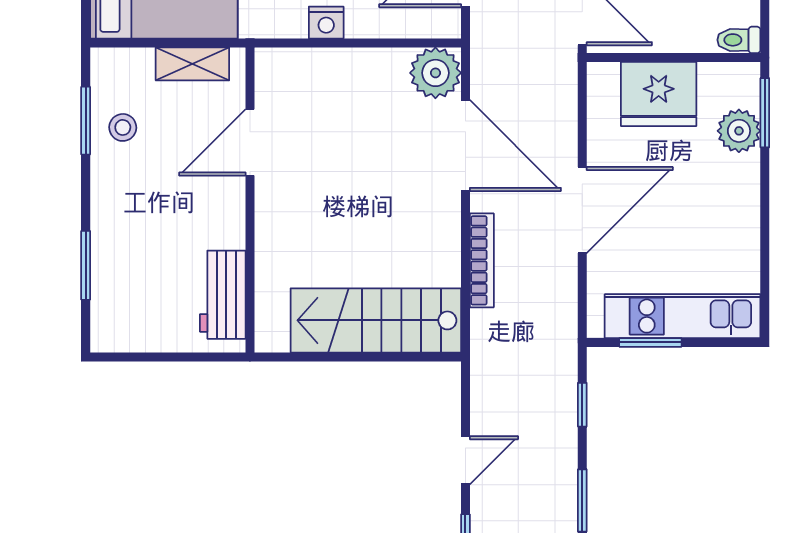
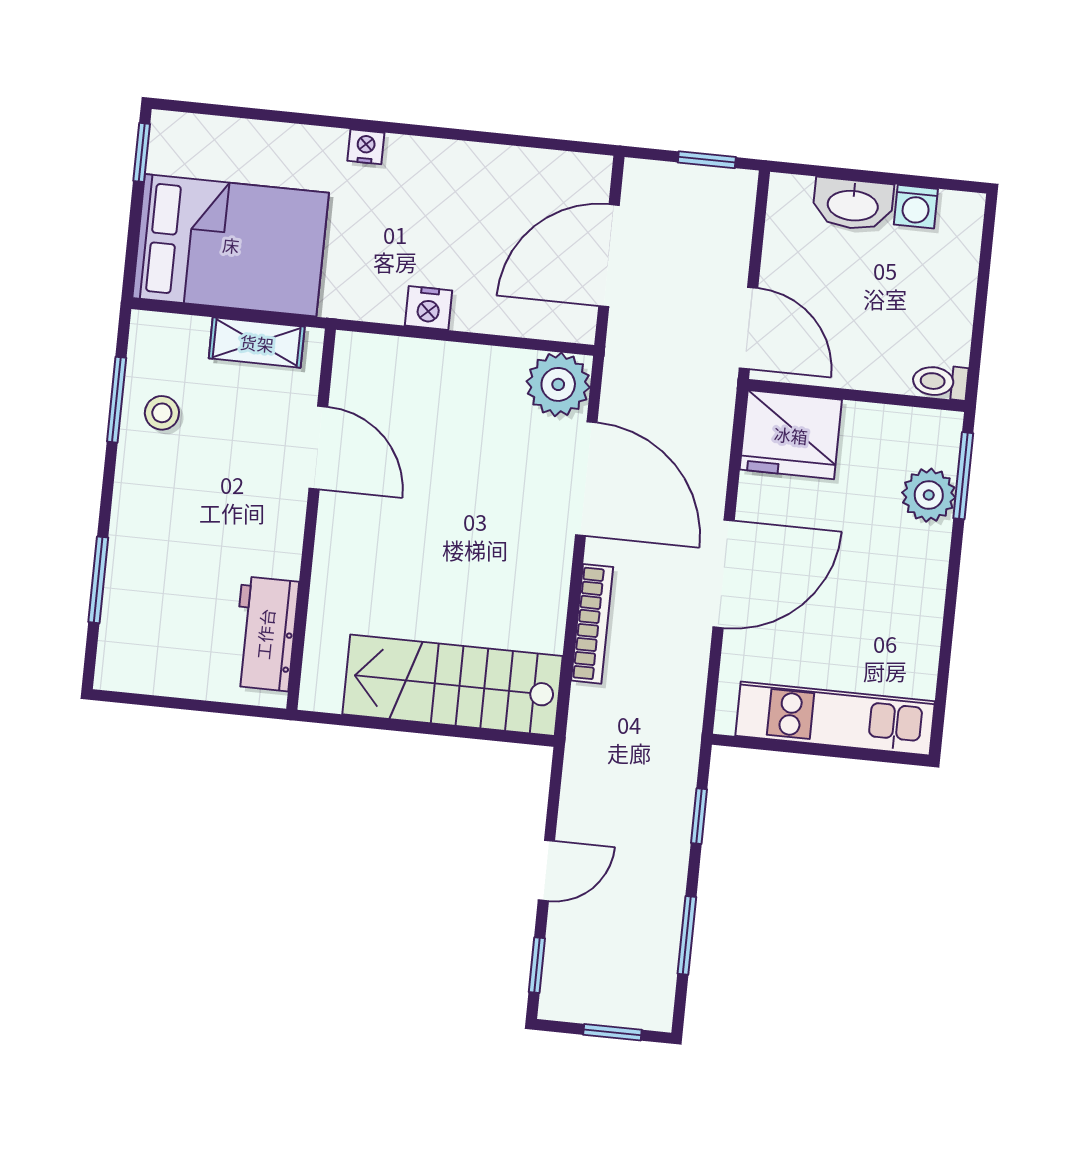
fridge: (659, 94) -> (791, 435), moved
door: (250, 142) -> (318, 448), swing flipped
window: (650, 342) -> (792, 747), removed

